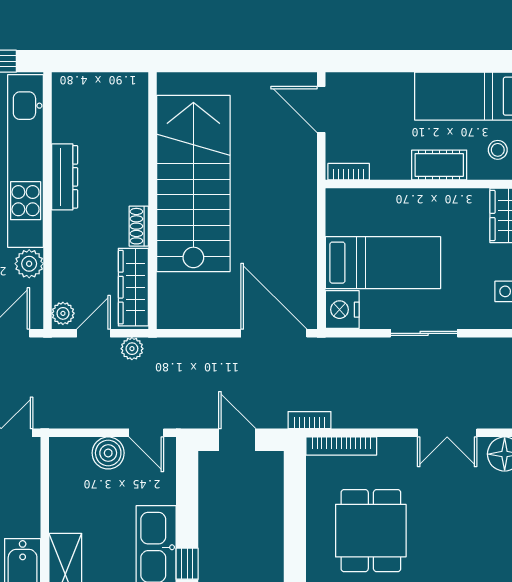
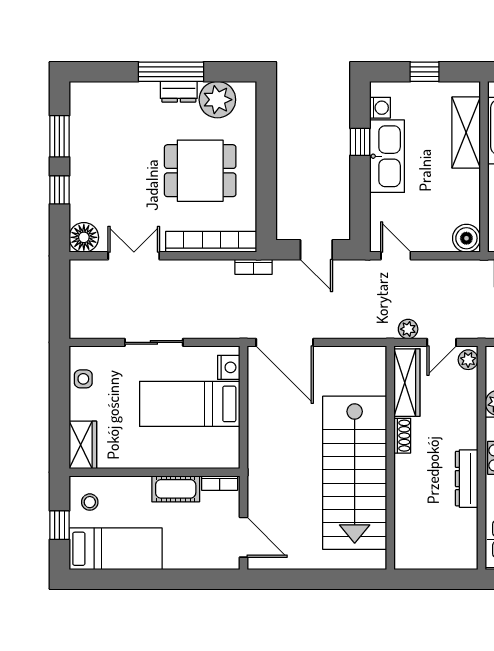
cot: (439, 165) -> (176, 489), moved
nightstand: (342, 310) -> (229, 367), width x0.74, depth x0.75
bookcase: (341, 446) -> (211, 242), width x1.48, depth x1.31
boiler: (108, 453) -> (466, 238), moved
dining table: (371, 531) -> (200, 171), turned 90

